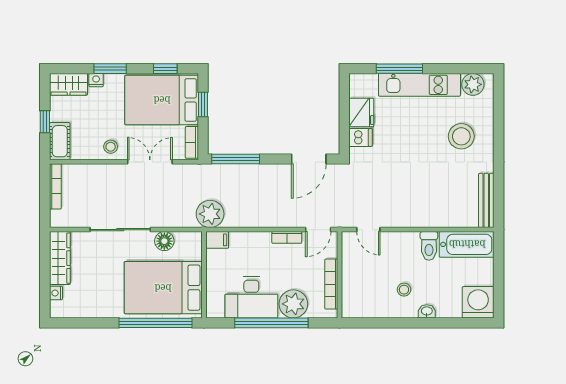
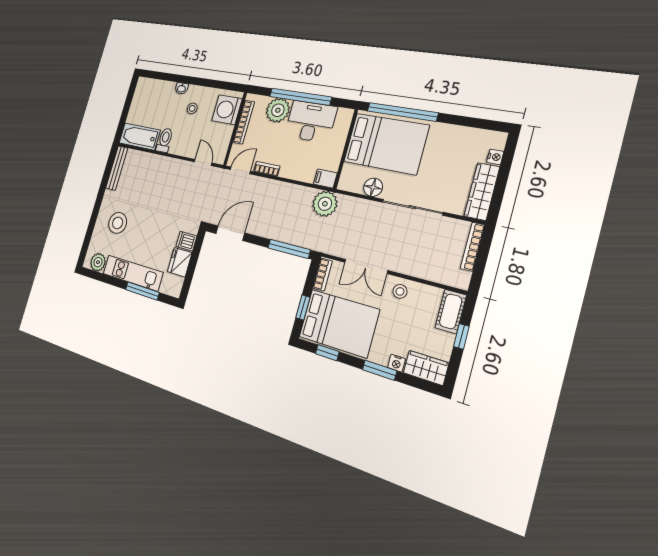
bookcase: (55, 186) -> (472, 247), moved
washing machine: (478, 302) -> (227, 110), moved, turned 90

